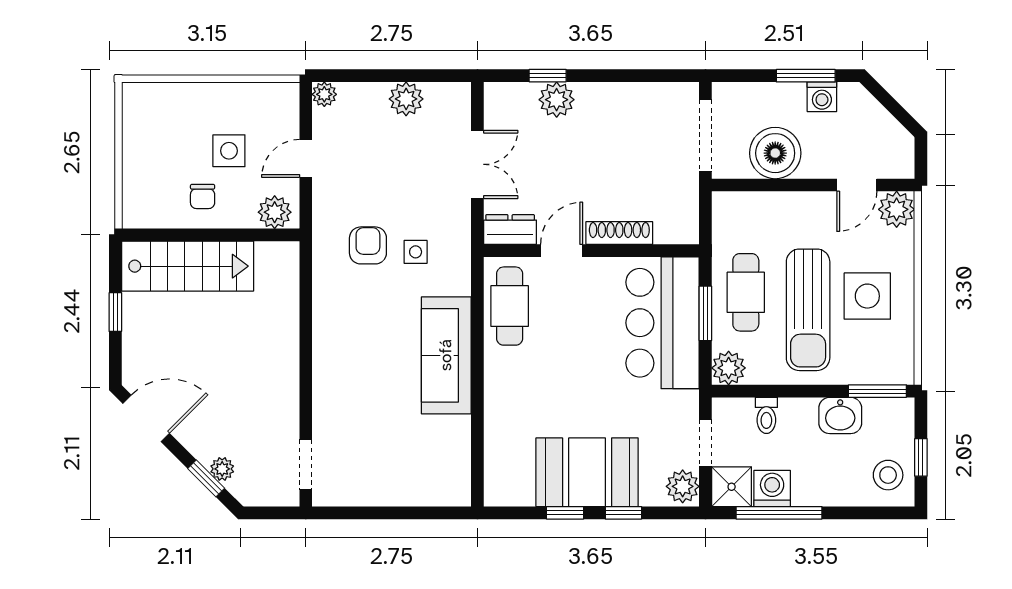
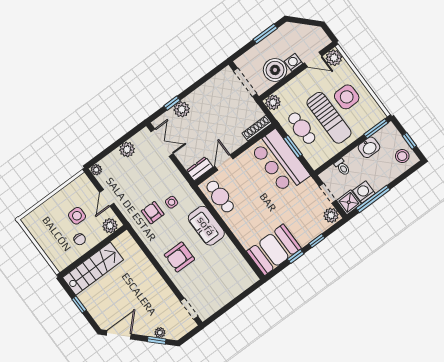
washing machine: (822, 97) -> (293, 62), moved, turned 180
double door: (477, 164) -> (162, 143), moved
door: (857, 185) -> (313, 60), hinge flipped
shoe rack: (619, 233) -> (257, 128), moved
sofa: (446, 355) -> (206, 226), width x0.73
armchair: (357, 360) -> (179, 257), added
plant: (729, 368) -> (273, 102), moved
booth: (587, 472) -> (274, 250), moved

